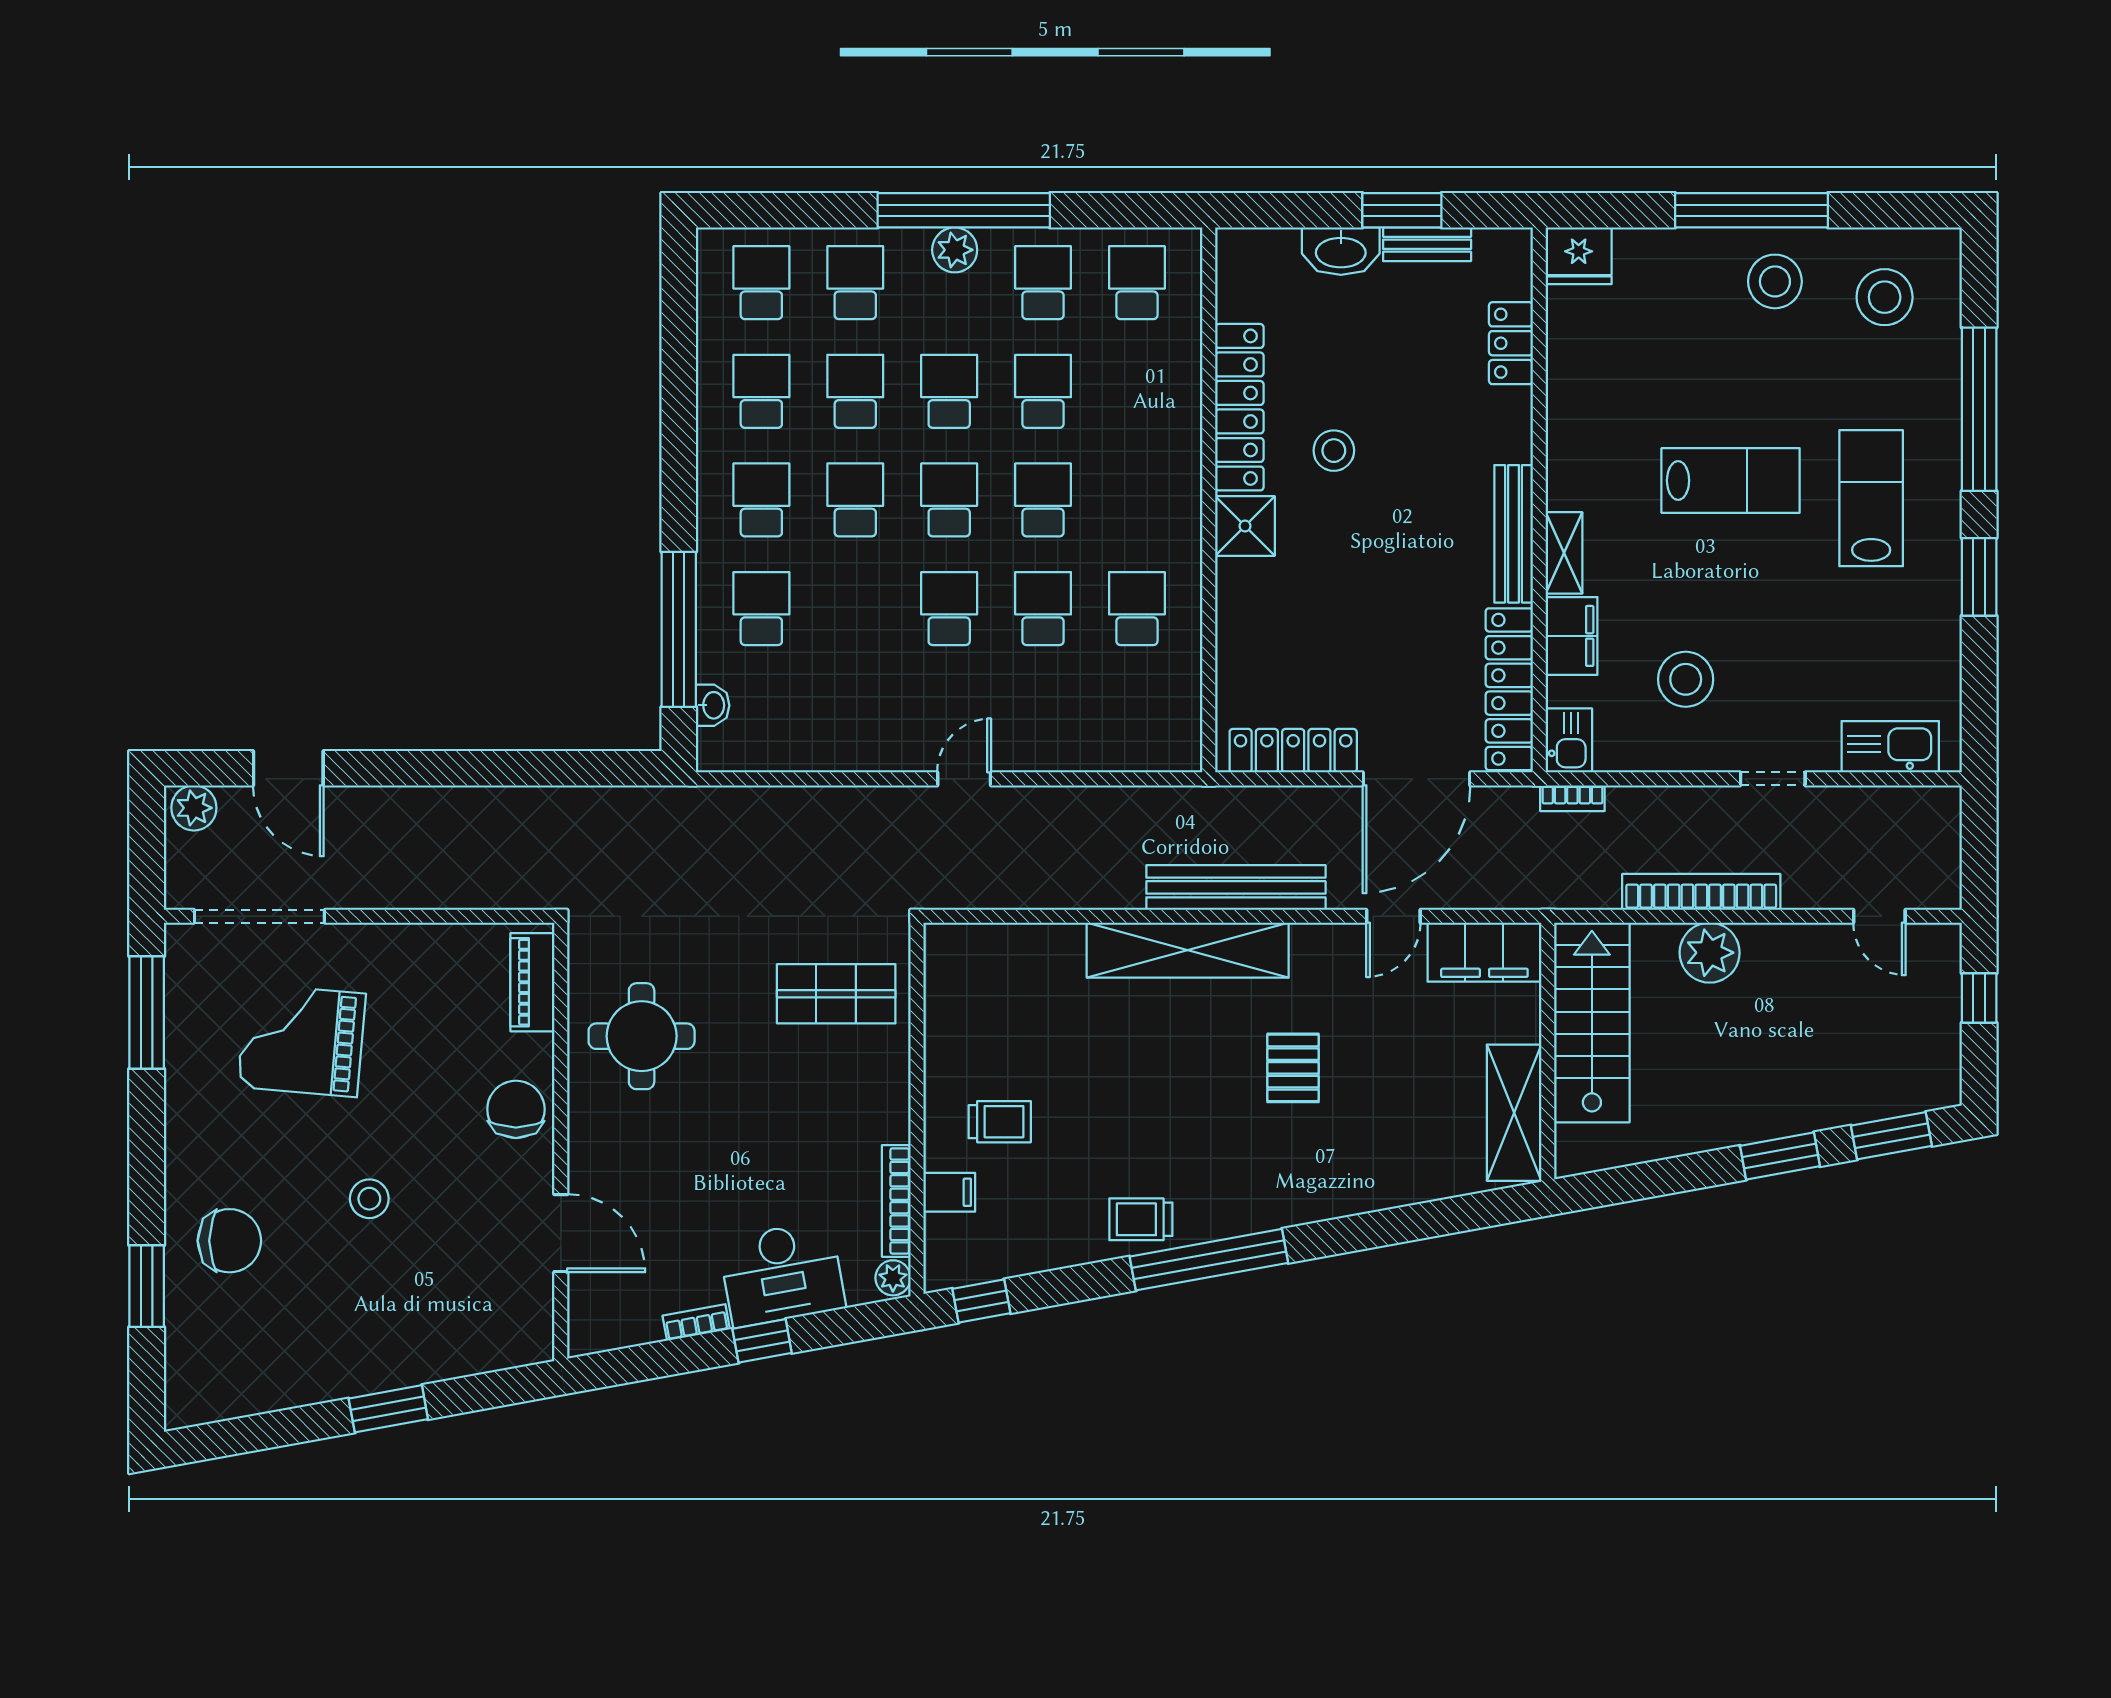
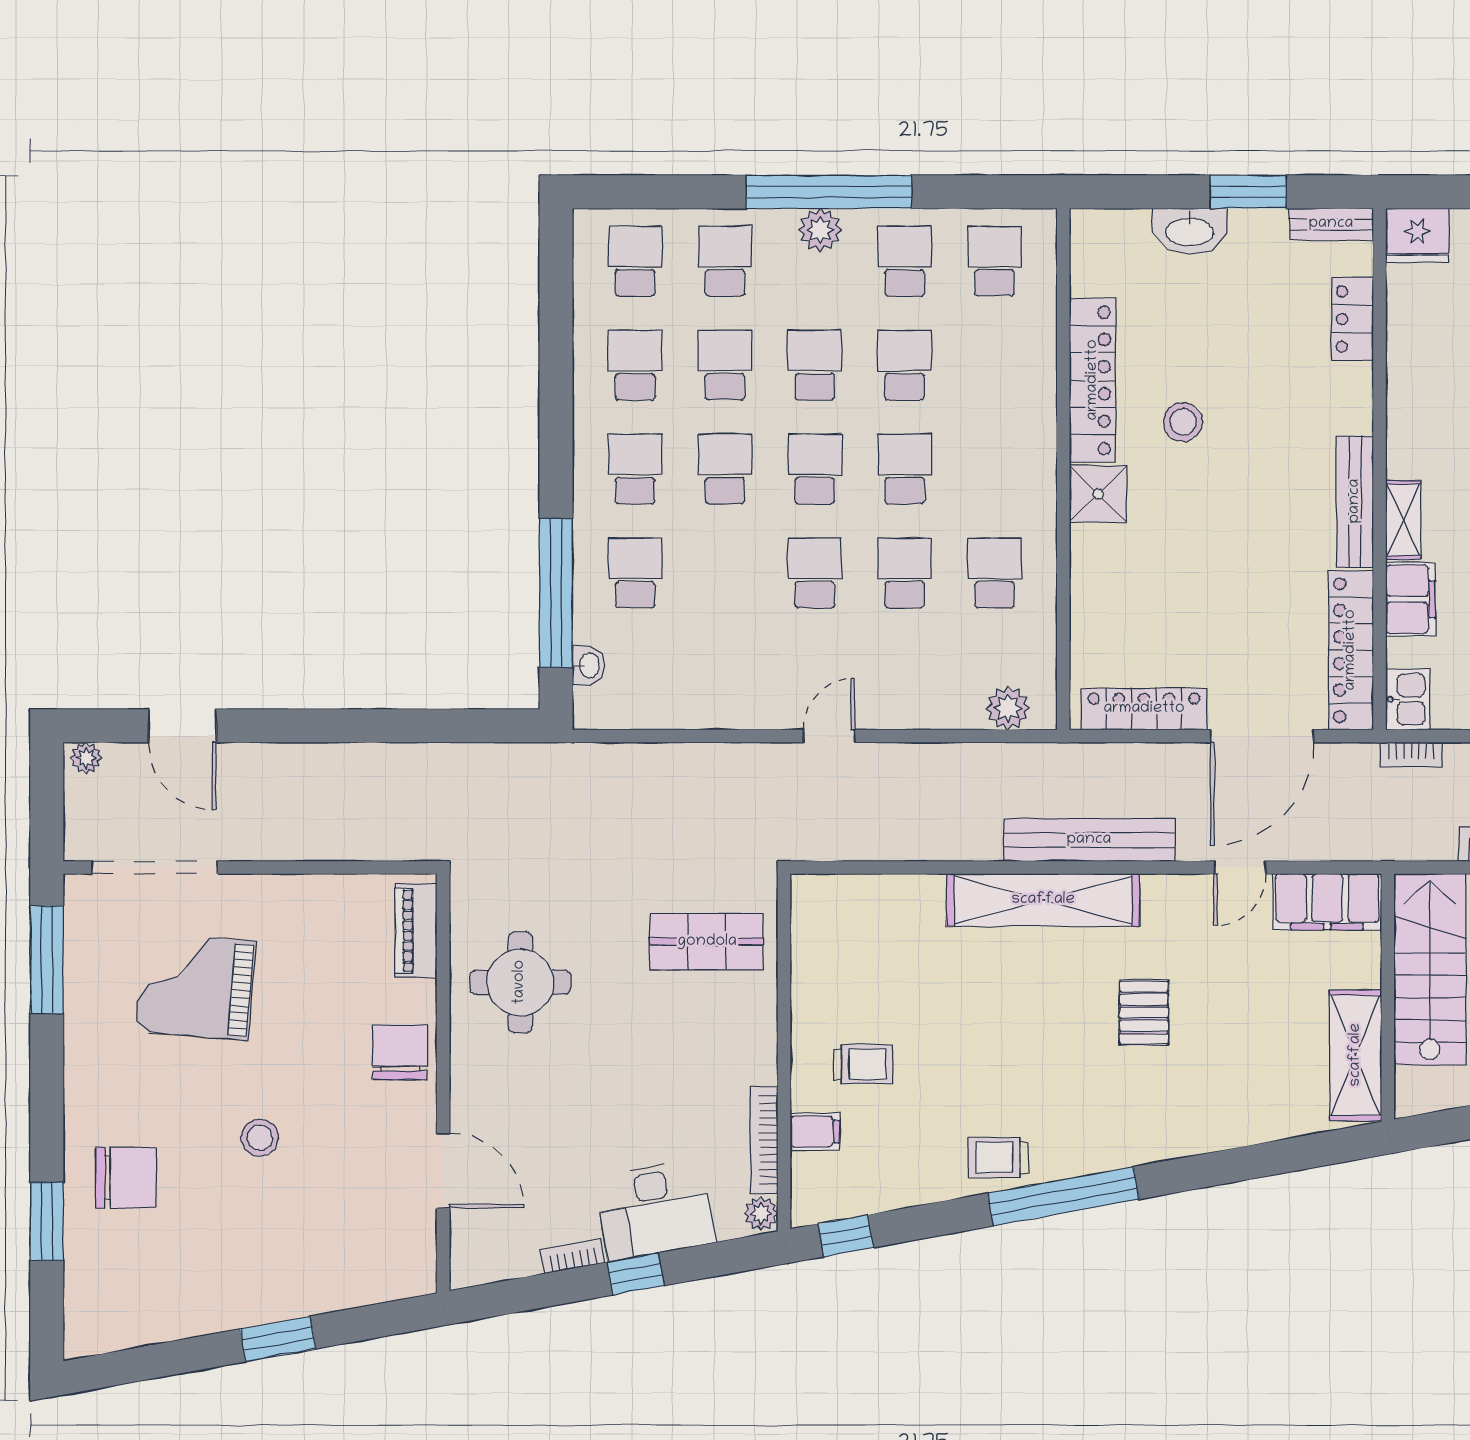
bench: (1427, 244) -> (1331, 224), moved
plant: (1151, 750) -> (1008, 708), added
plant: (194, 808) -> (86, 758), width x0.73, depth x0.73

